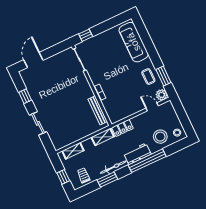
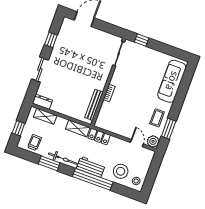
dresser: (61, 143) -> (42, 102), added

